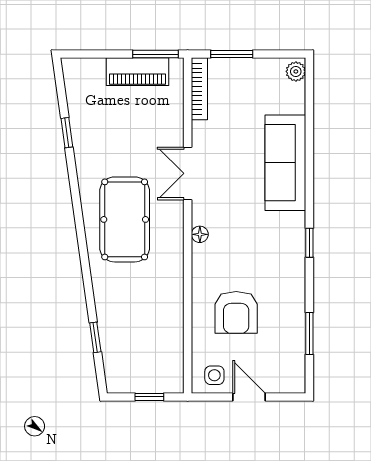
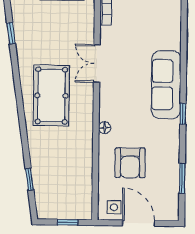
sofa: (285, 163) -> (166, 85), moved
floor lamp: (200, 234) -> (105, 128), moved
door: (249, 397) -> (139, 223), width x1.38

